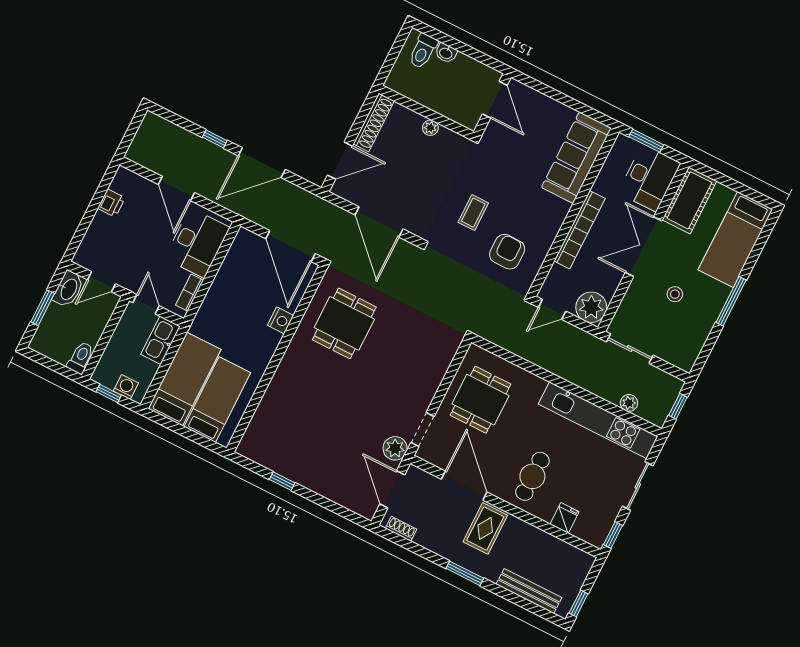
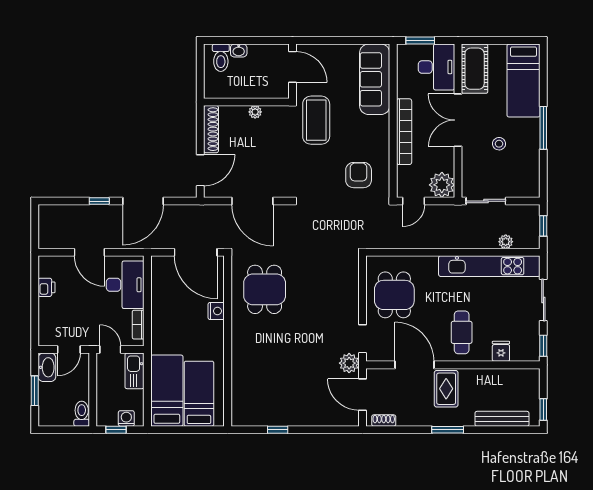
coffee table: (473, 213) -> (316, 120), moved, width x1.86, depth x1.72

